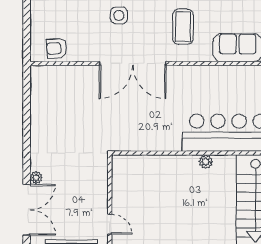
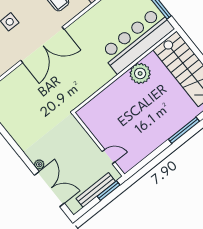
plant: (206, 162) -> (140, 73), width x1.87, depth x1.87

